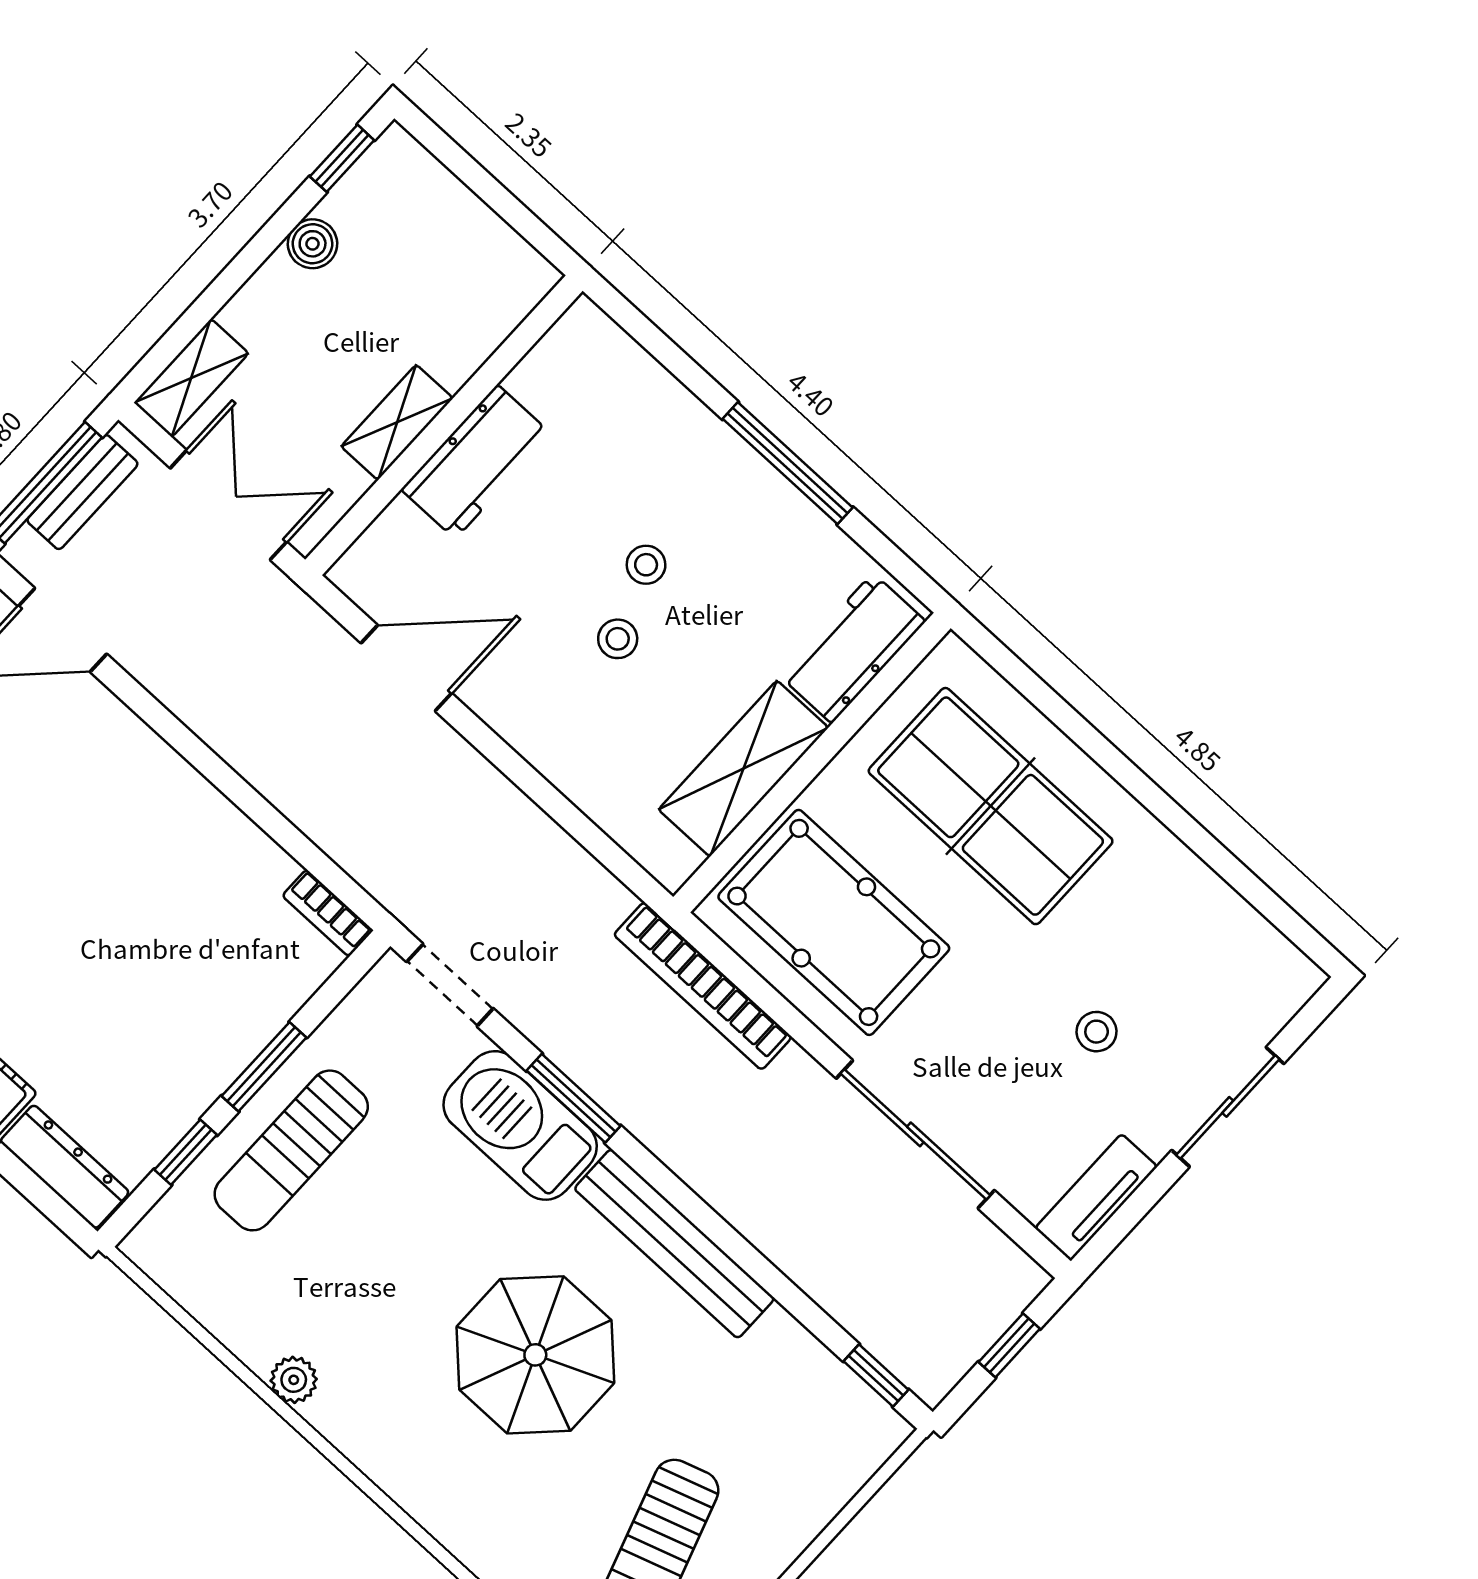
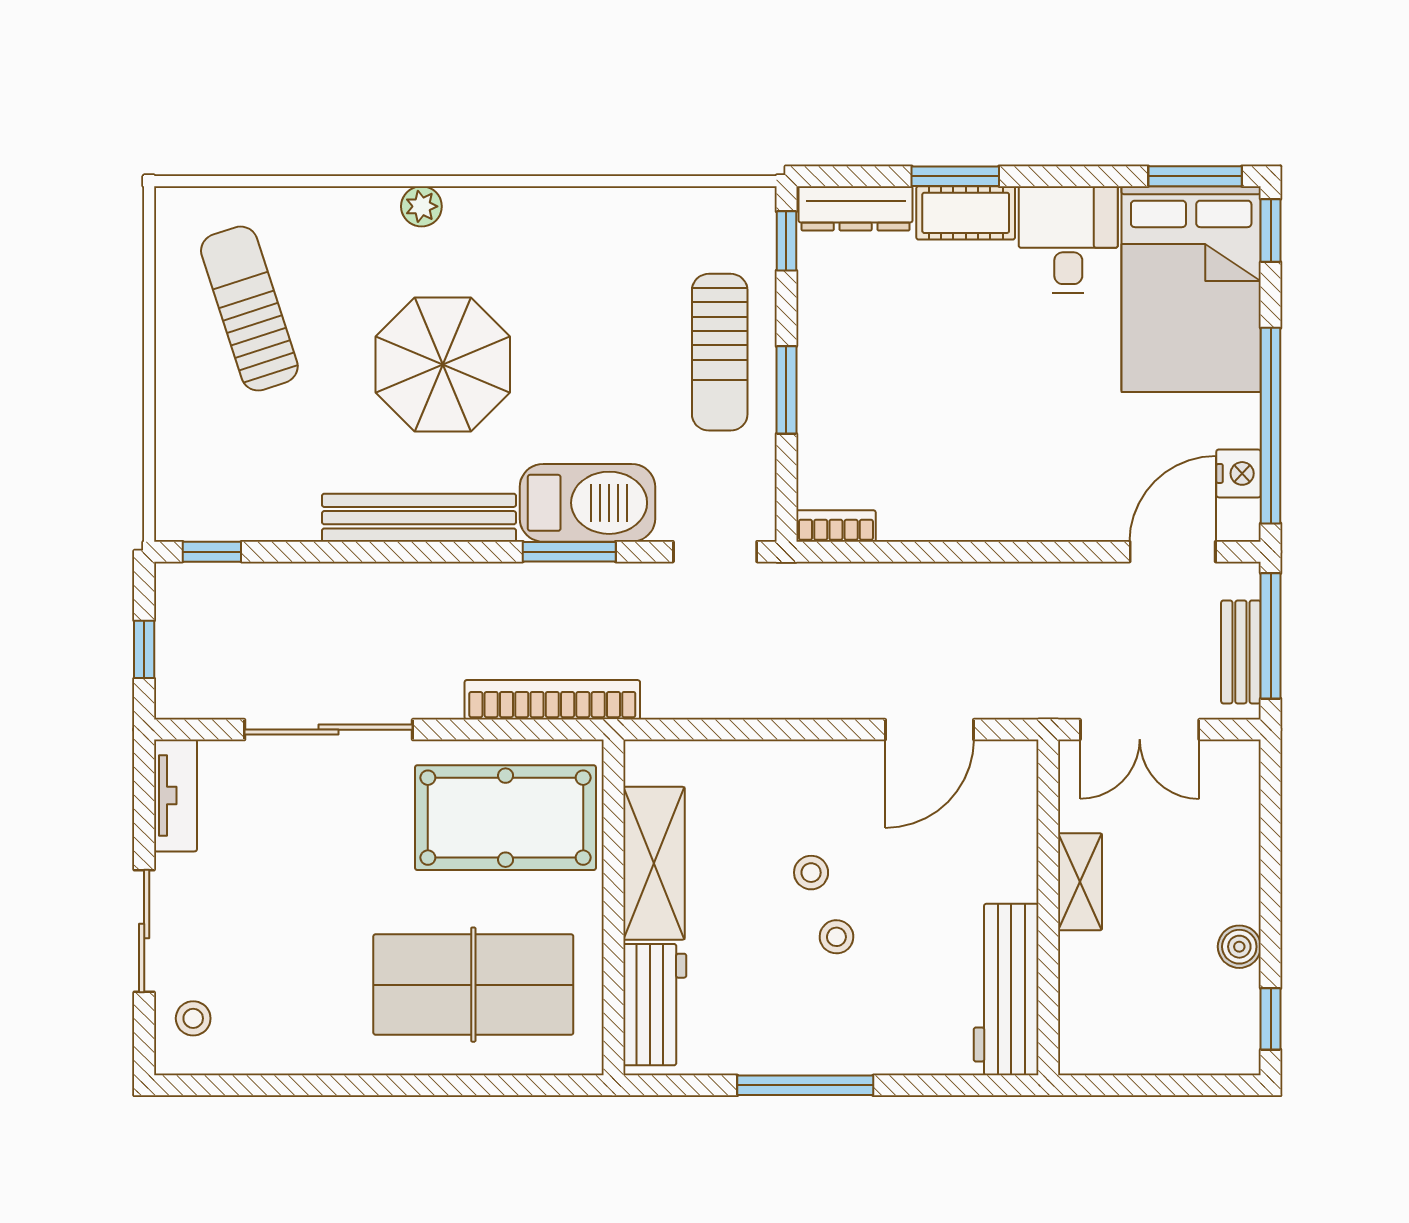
shelving: (191, 378) -> (1238, 789), removed
workbench: (476, 462) -> (1006, 990), moved, width x1.37
stool: (1097, 1032) -> (193, 1018), moved
sun lounger: (291, 1150) -> (720, 352), turned 180
window: (186, 1152) -> (786, 241), moved
plant: (294, 1380) -> (421, 206), moved

